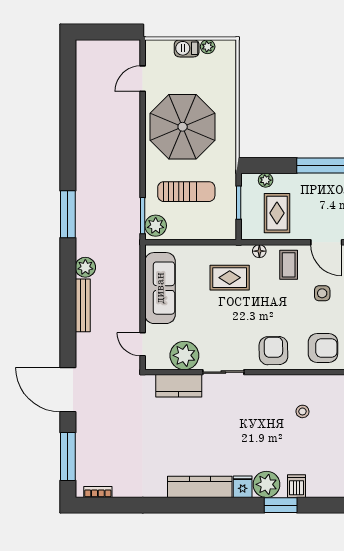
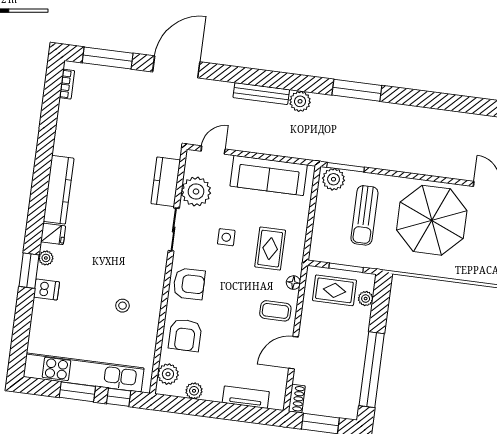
rug: (277, 213) -> (334, 290), moved
side table: (322, 293) -> (226, 237), moved
plant: (267, 484) -> (46, 258), width x0.53, depth x0.53

